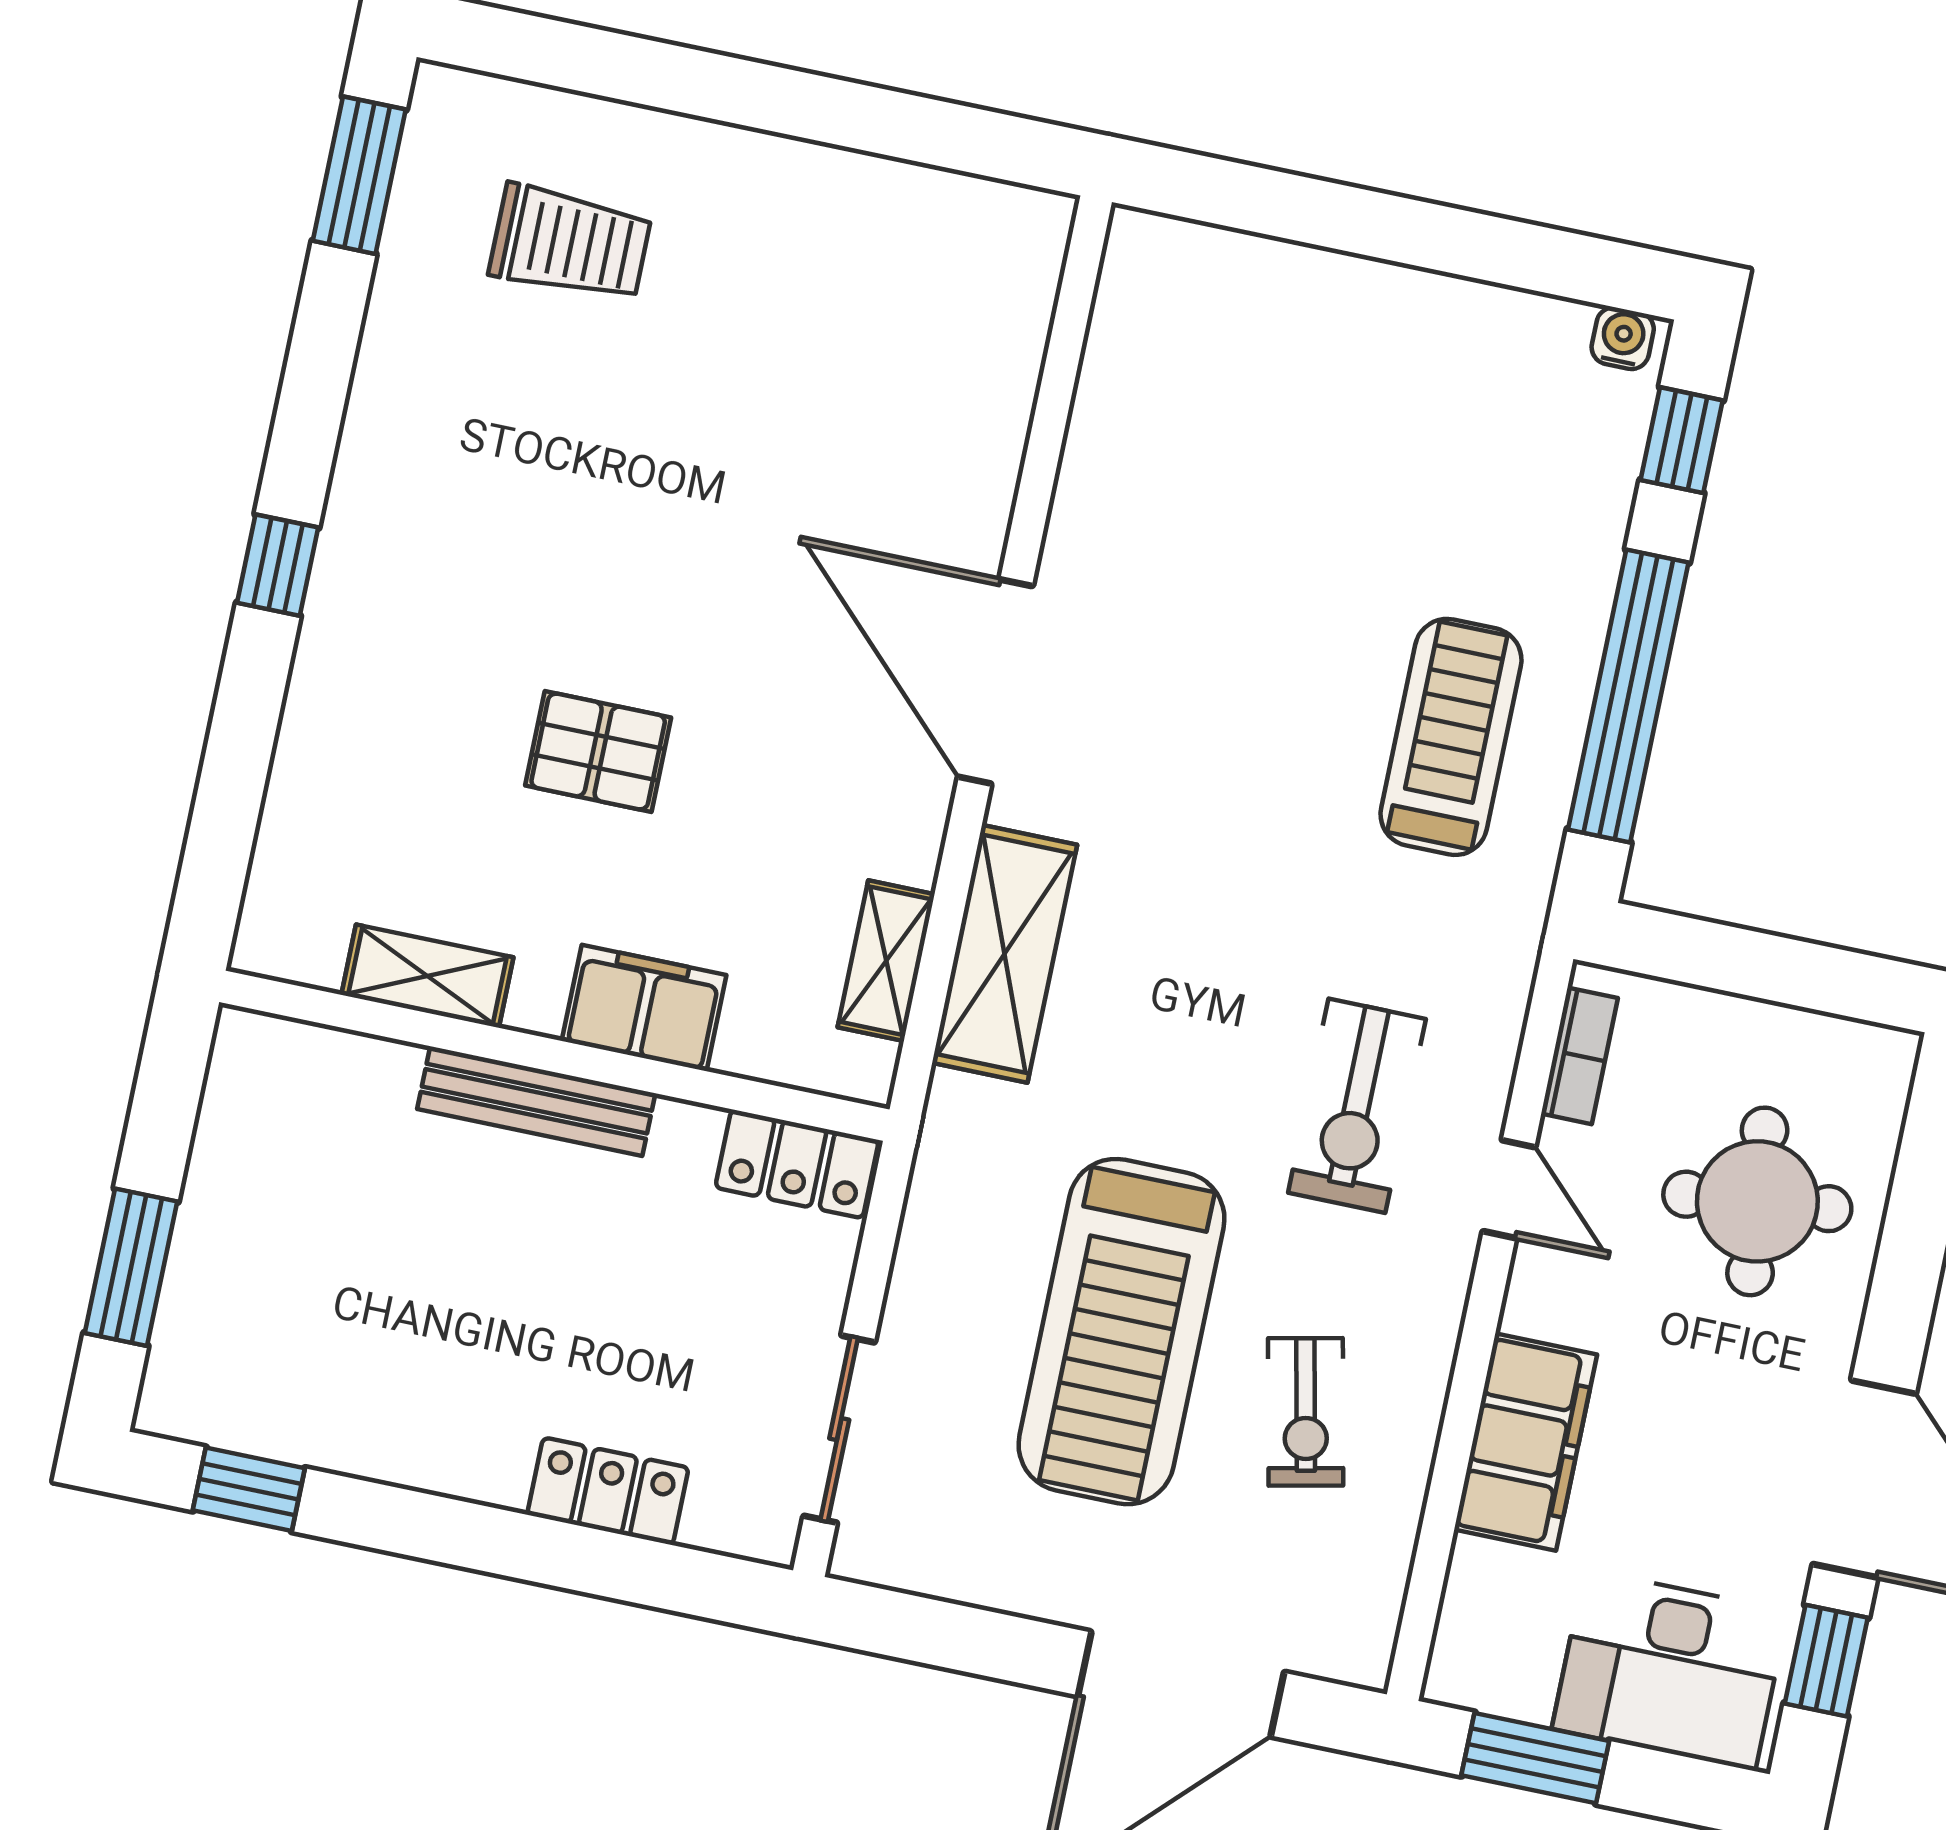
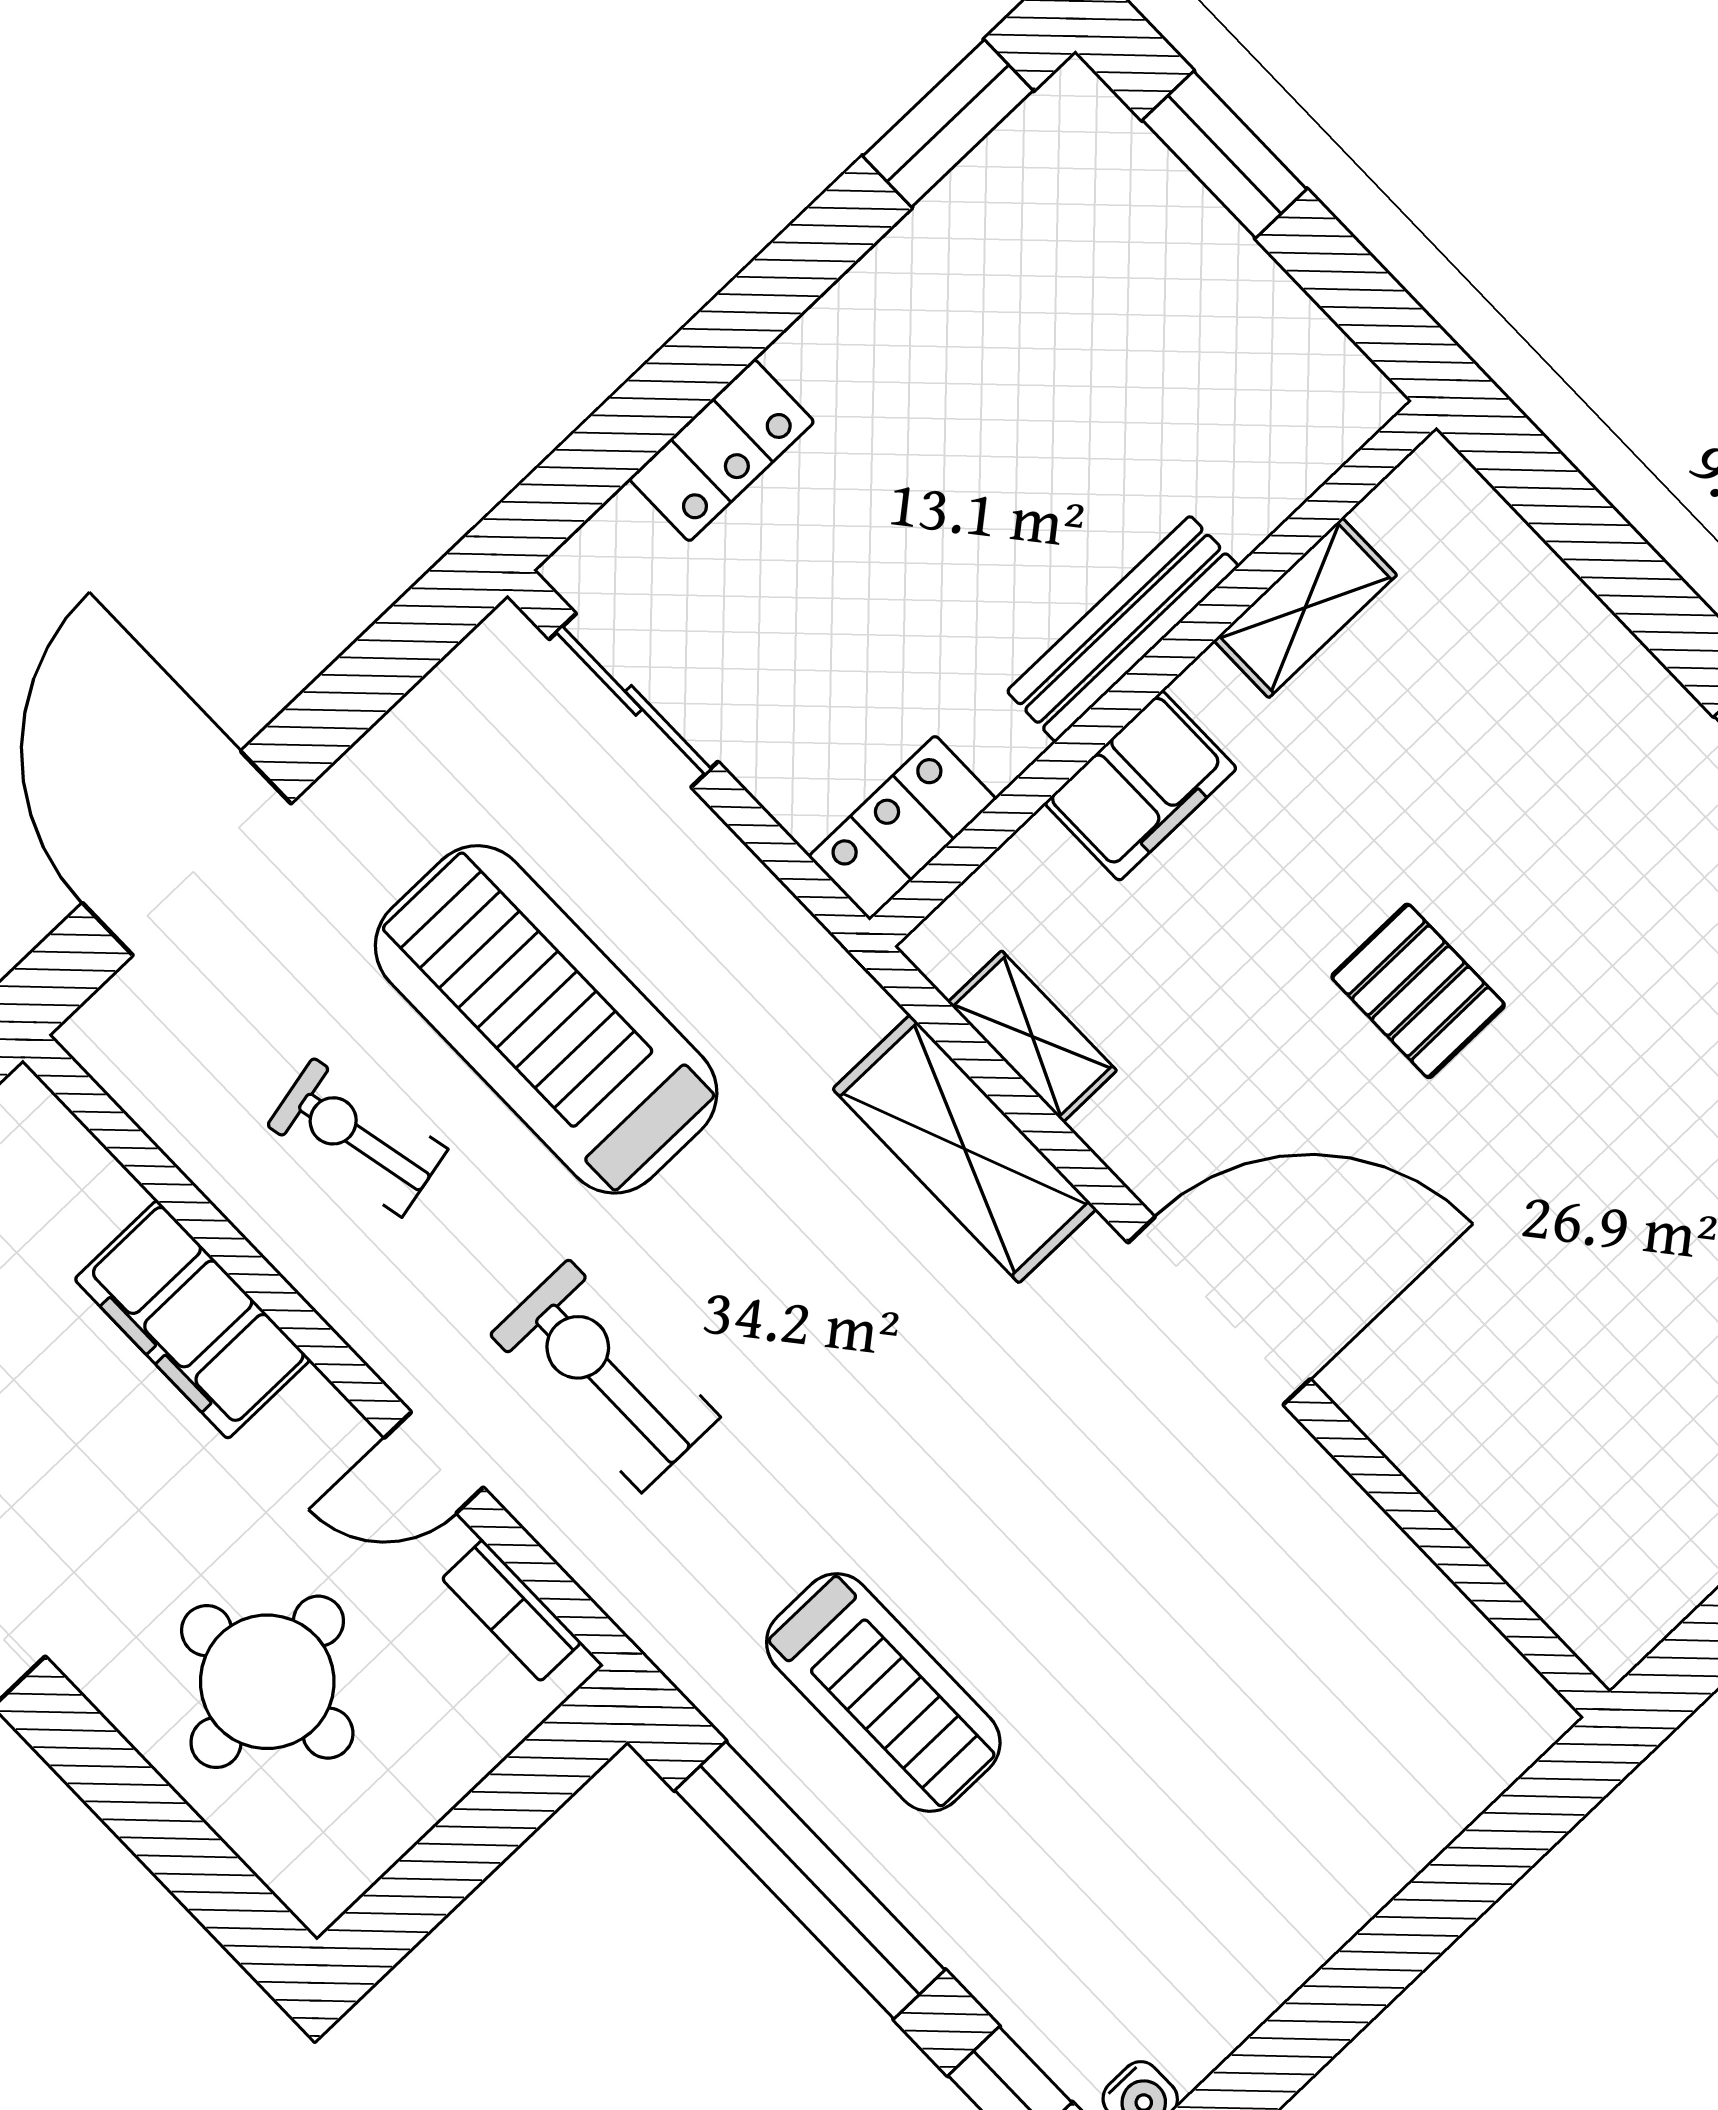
pallet: (598, 751) -> (1418, 991), moved, turned 90
window: (249, 1489) -> (948, 123), width x1.50

